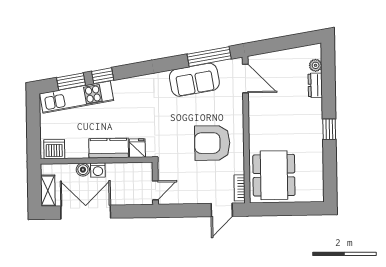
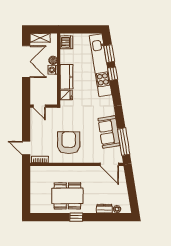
door: (245, 78) -> (109, 164), hinge flipped
kitchen unit: (77, 97) -> (101, 65), width x1.36
dining table: (274, 175) -> (67, 196), moved

